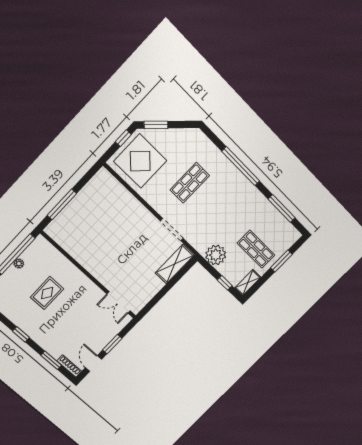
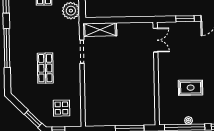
display table: (140, 161) -> (61, 108), width x0.54, depth x0.54
shop shelf: (190, 183) -> (45, 68), turned 90

